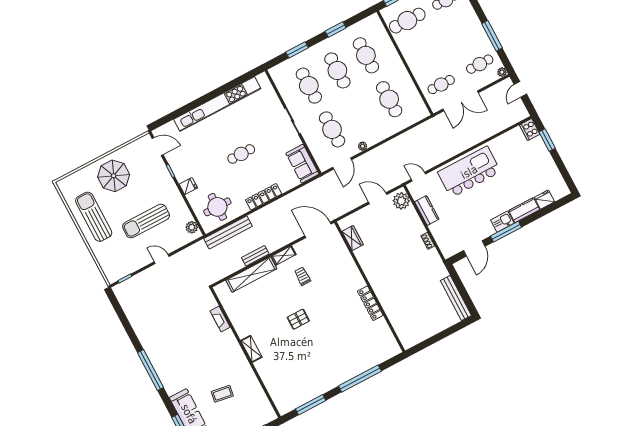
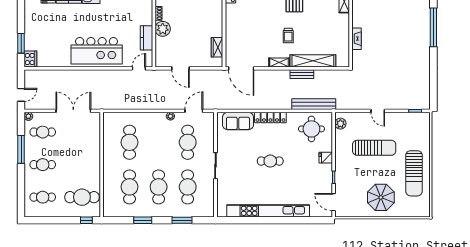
cafe table: (441, 85) -> (43, 165), moved
sofa: (302, 164) -> (238, 121), moved, turned 90
door: (418, 177) -> (139, 68), swing flipped
plant: (401, 201) -> (163, 29), moved
trolley: (302, 276) -> (288, 36), moved

